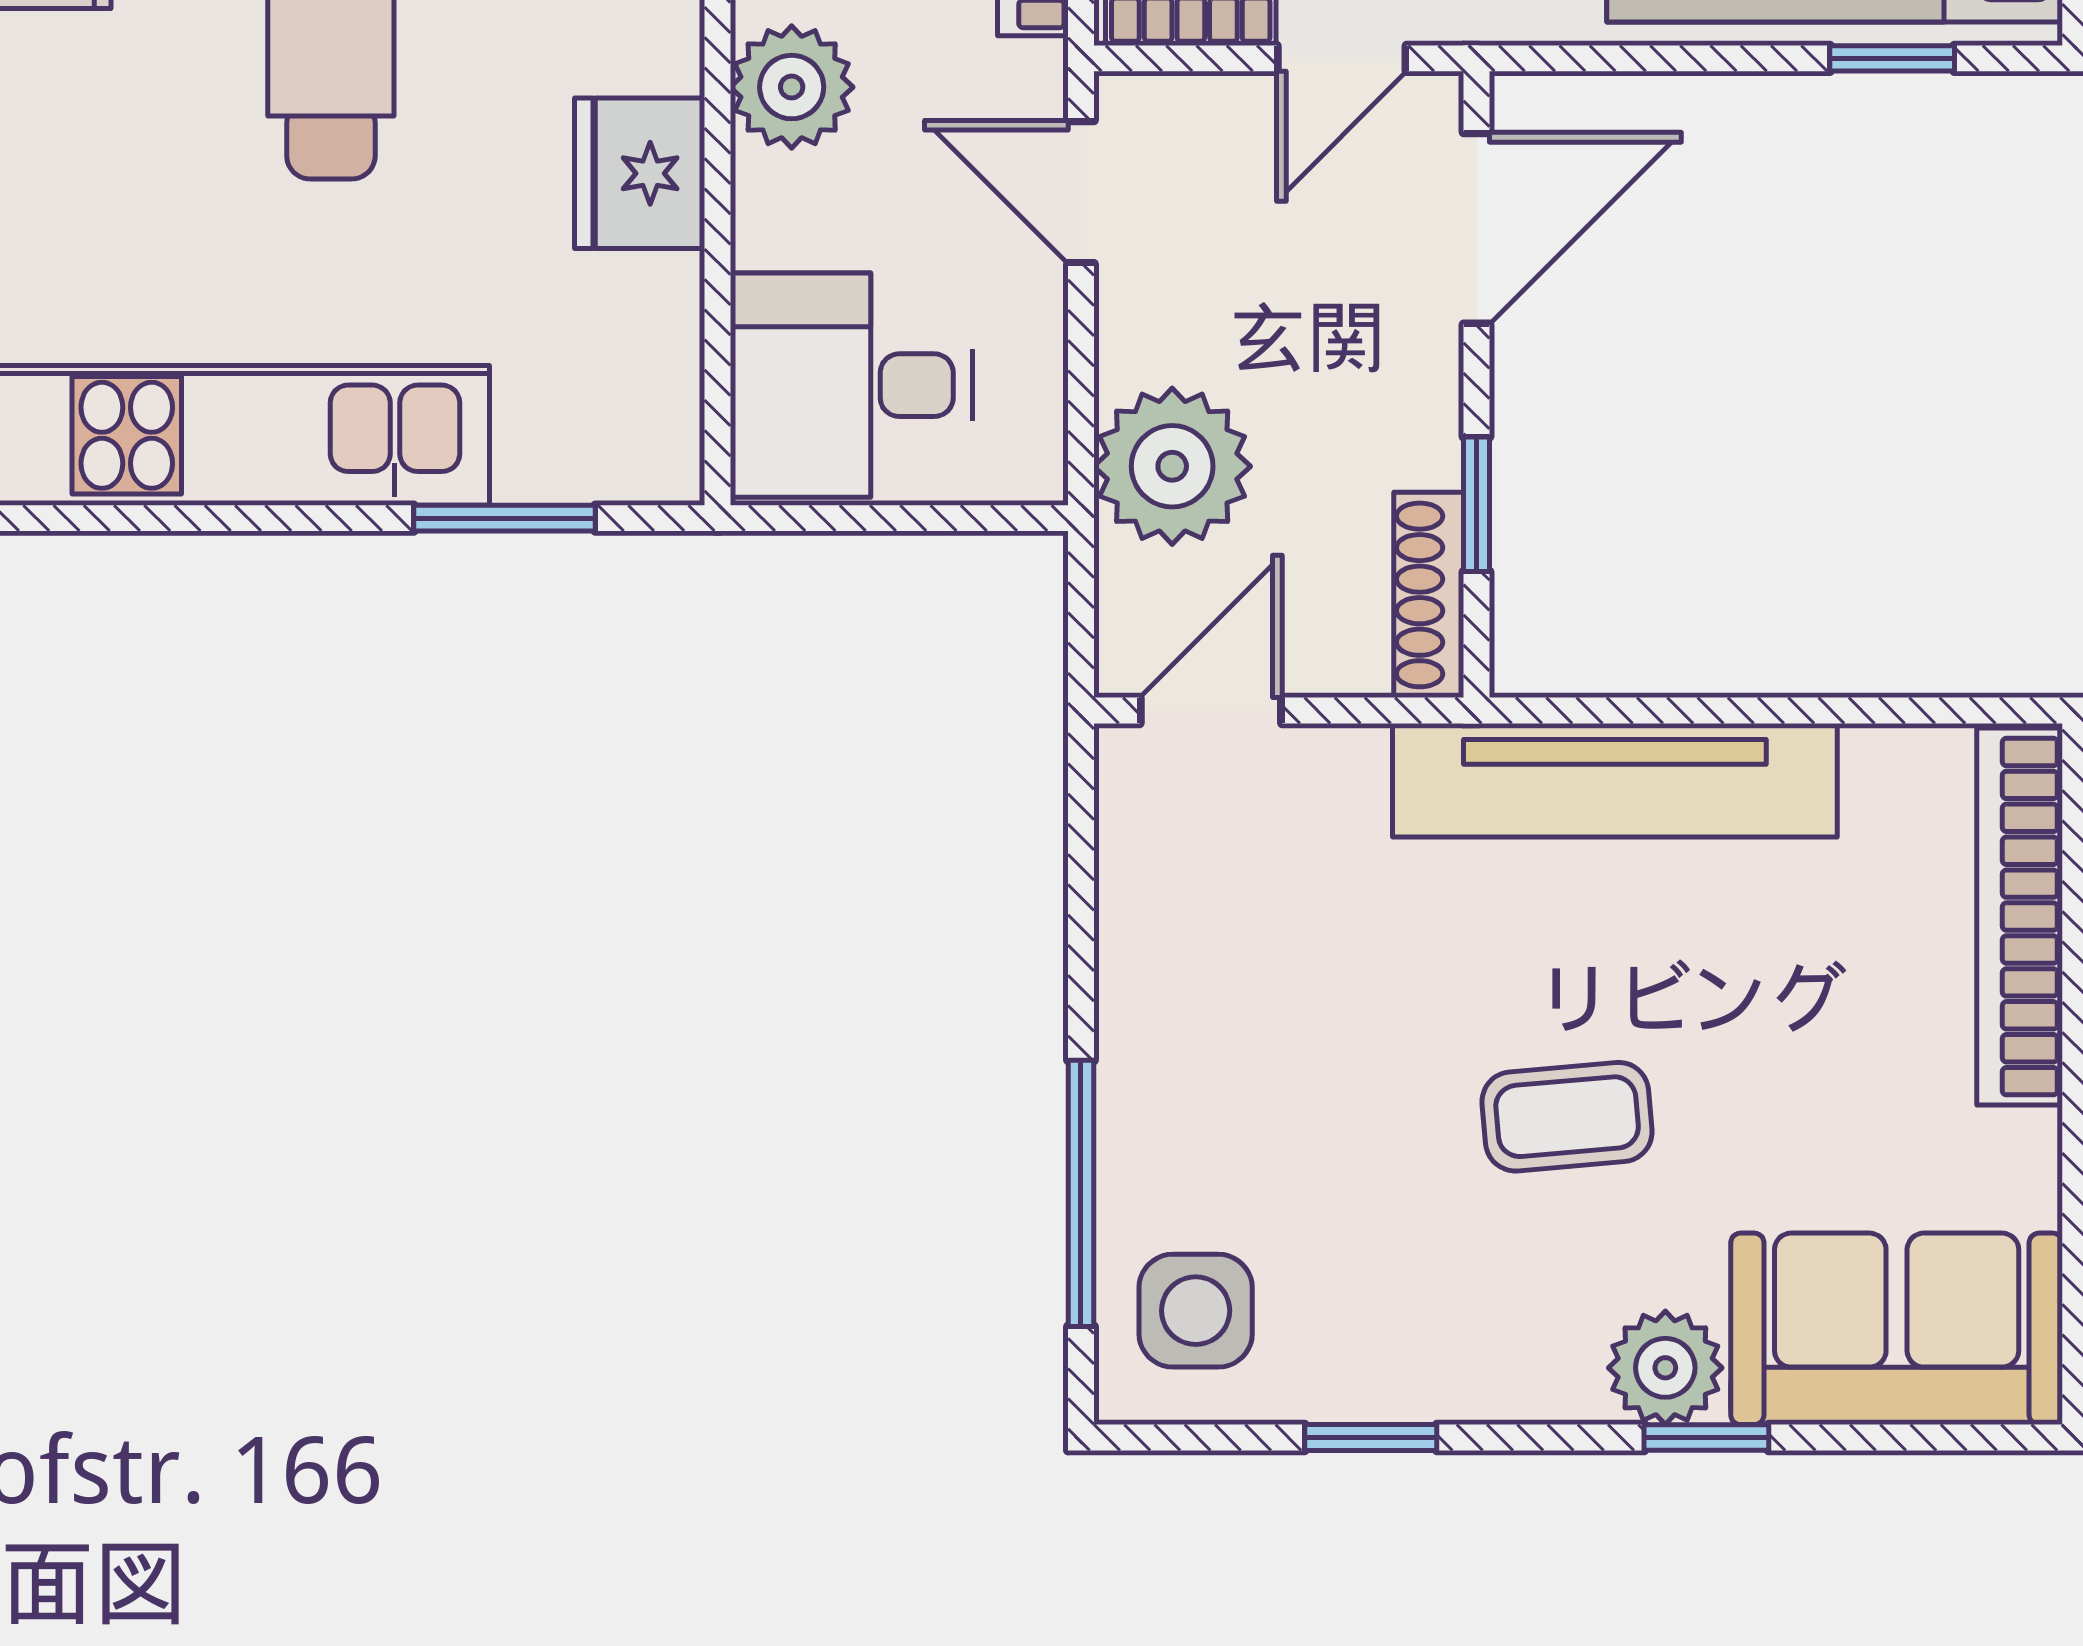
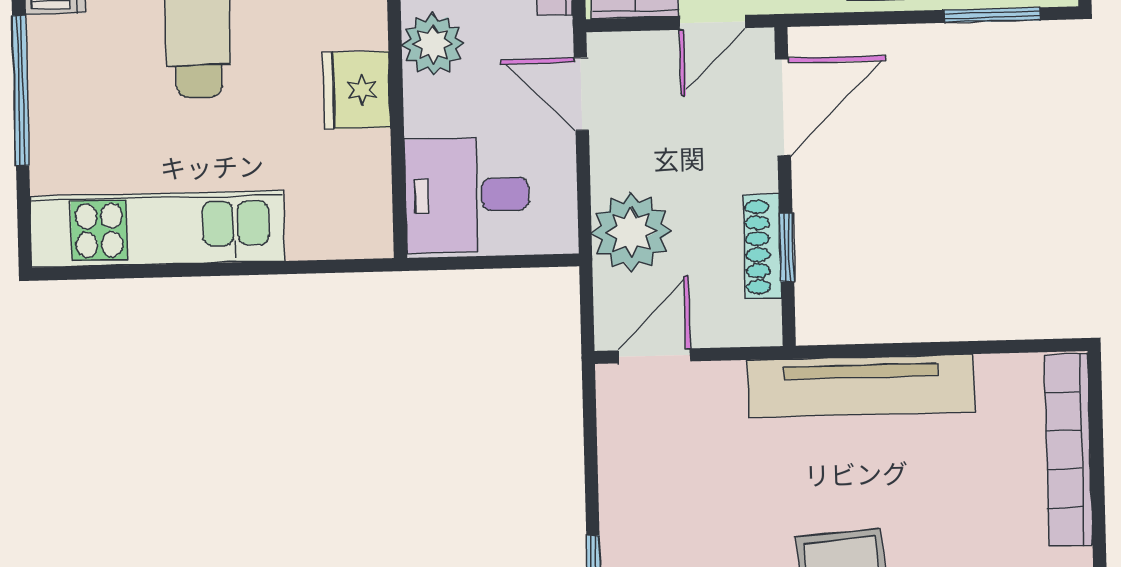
window: (1892, 58) -> (992, 15), width x1.50
window: (504, 518) -> (292, 267), removed
shoe rack: (1429, 595) -> (762, 247), moved

